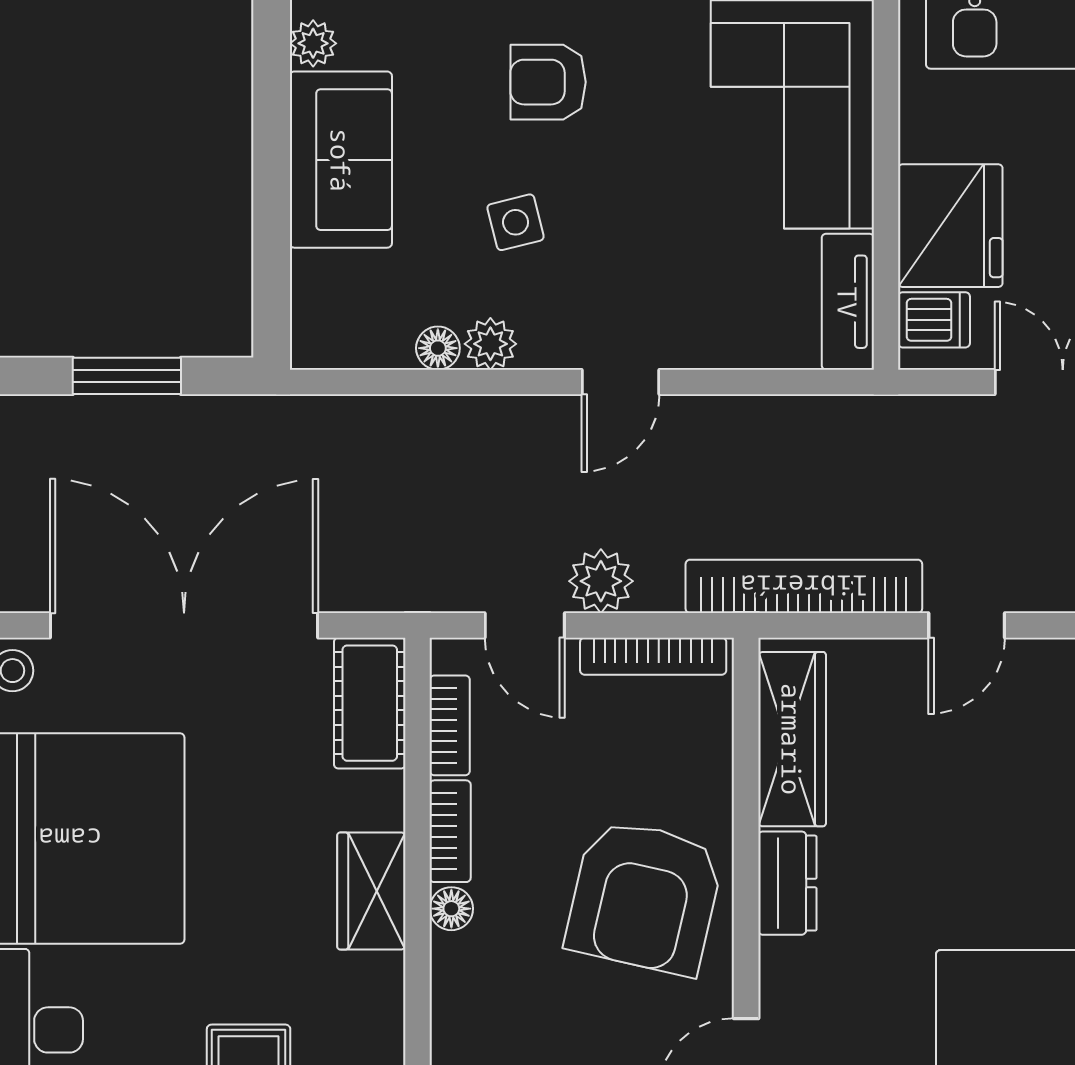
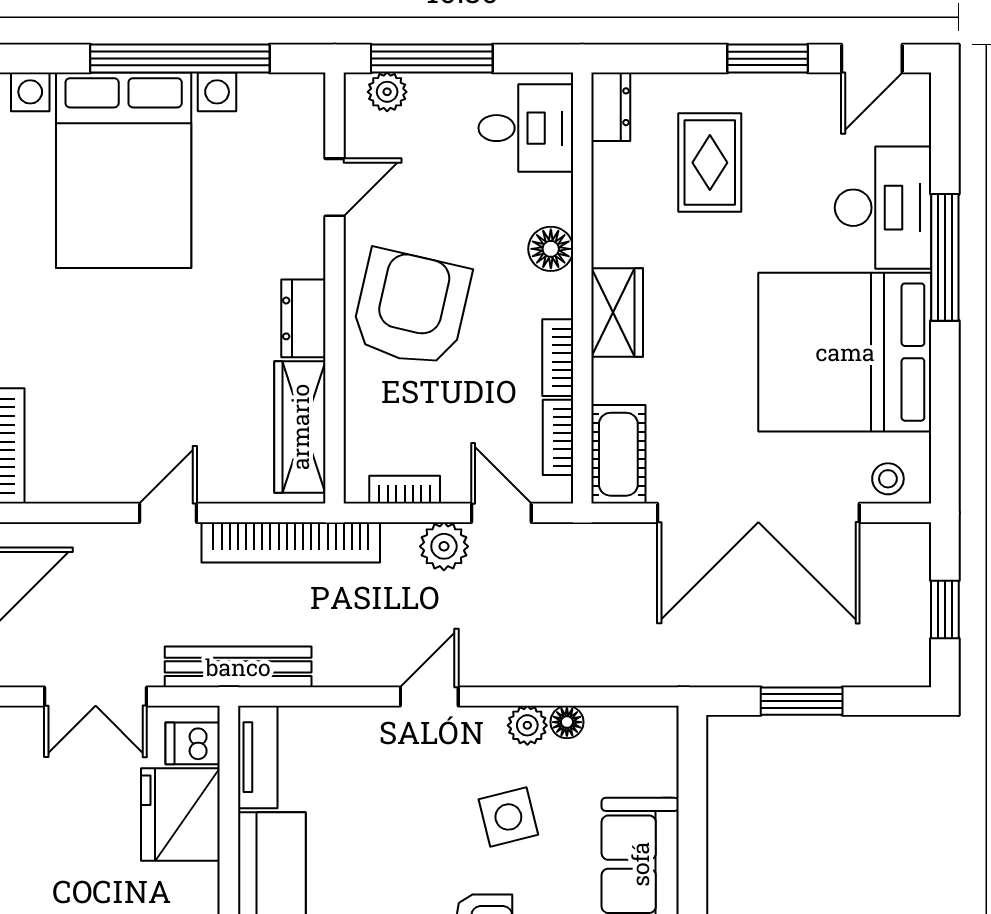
side table: (516, 222) -> (508, 817), width x1.37, depth x1.37
bench: (874, 421) -> (238, 667), added
bookcase: (653, 656) -> (405, 490), width x0.64
floor lamp: (451, 909) -> (551, 249), moved, width x1.37, depth x1.37

